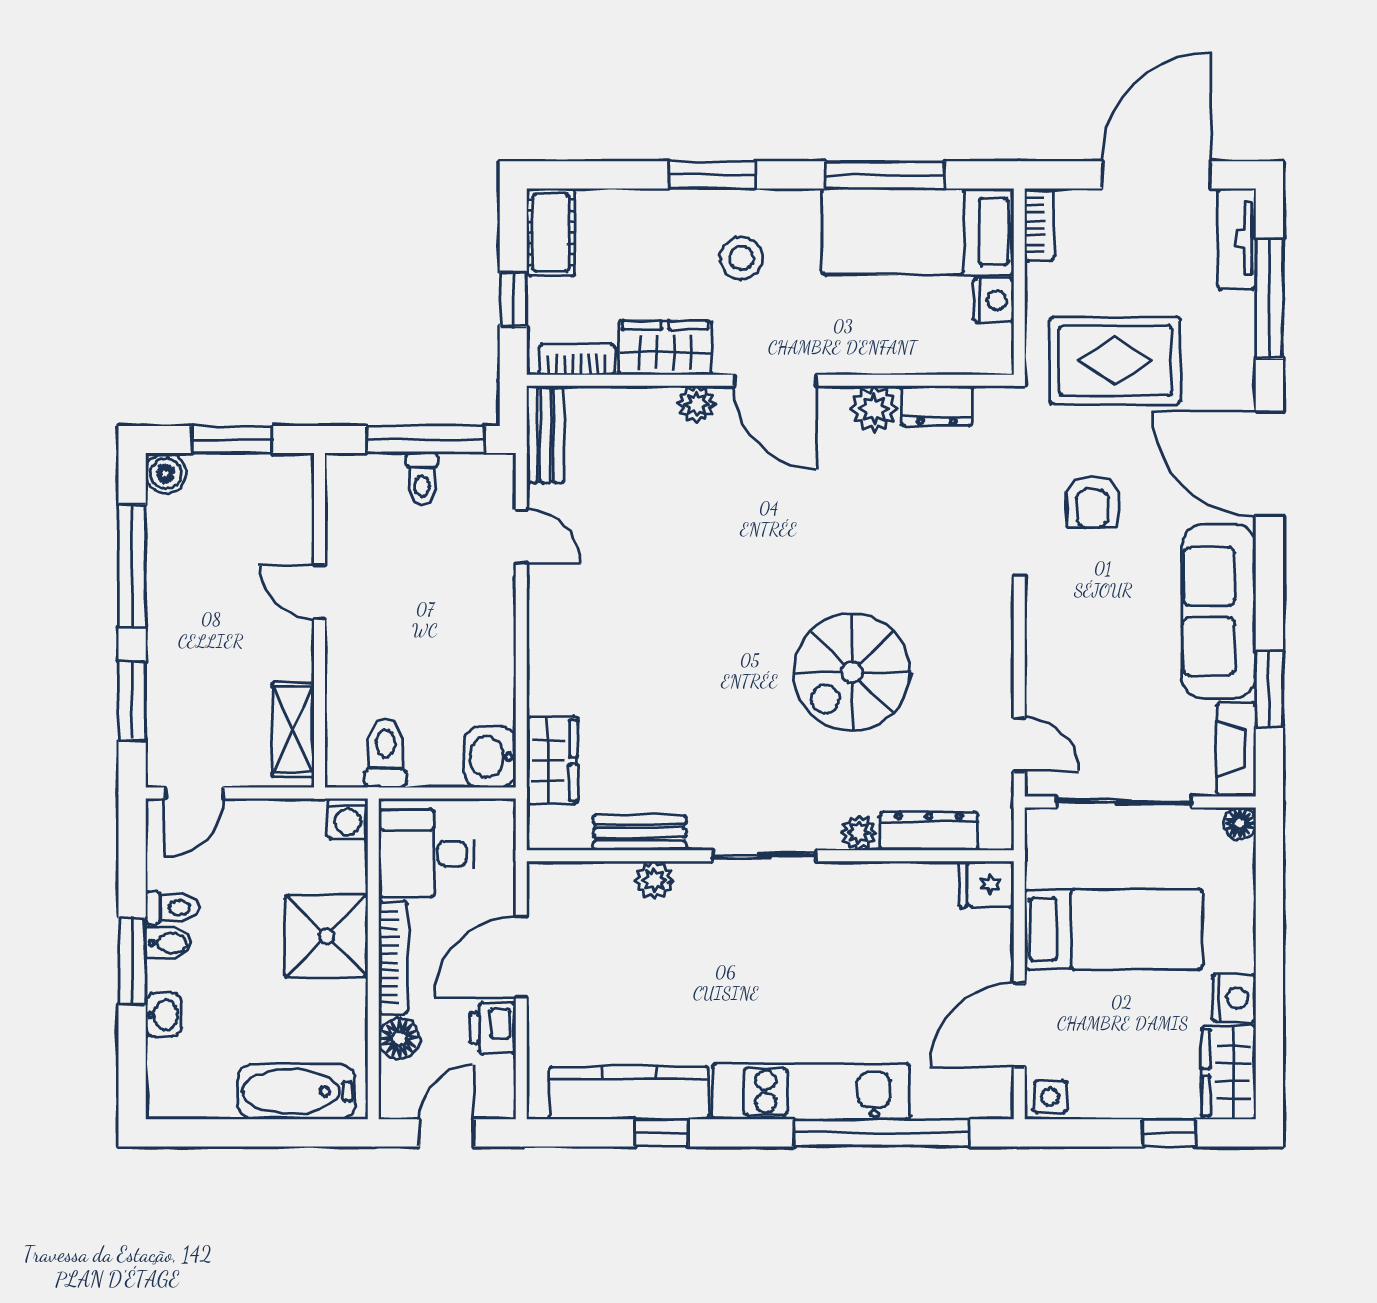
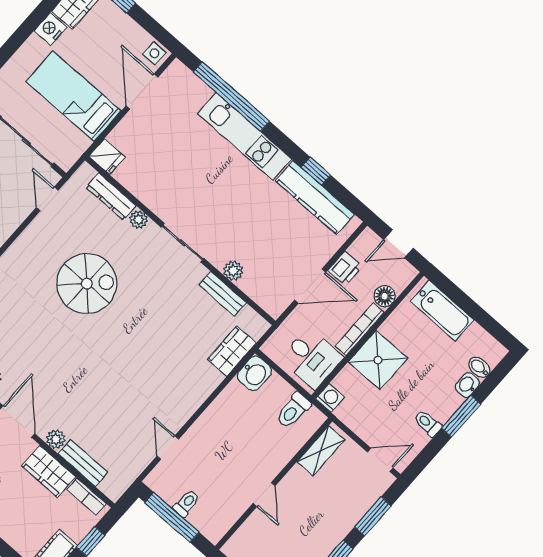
bench: (545, 434) -> (83, 463), moved, turned 90
bidet: (169, 943) -> (479, 367), moved
door: (1019, 1025) -> (142, 91), swing flipped

